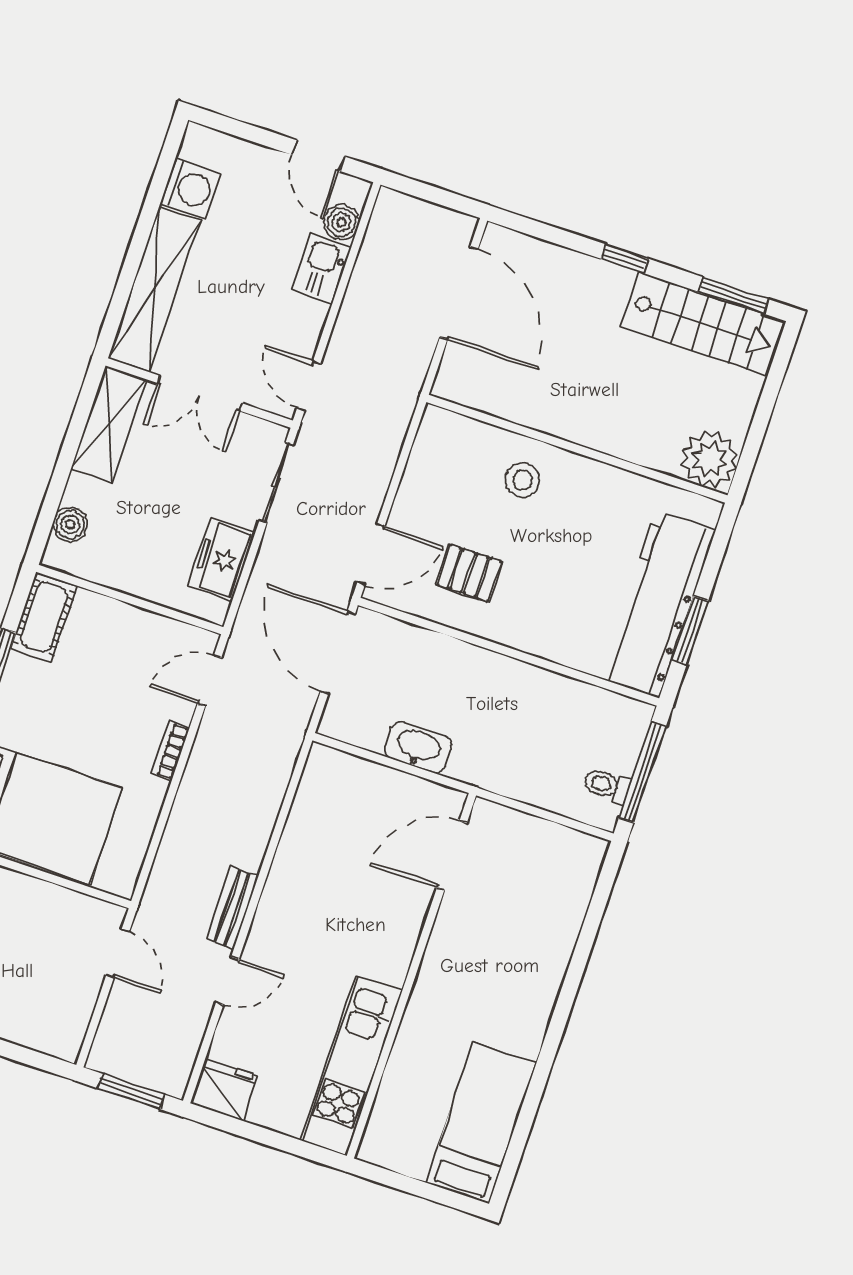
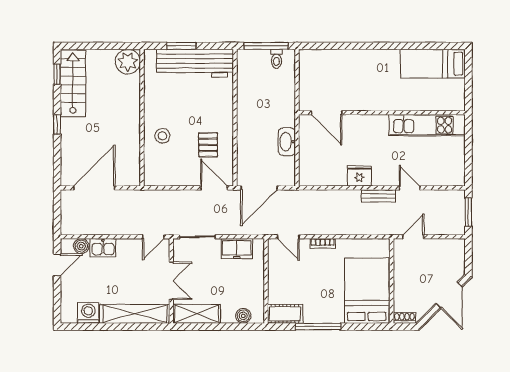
window: (734, 295) -> (57, 74), width x0.67
window: (690, 631) -> (181, 46), moved
fridge: (224, 1090) -> (359, 176), moved, turned 90

